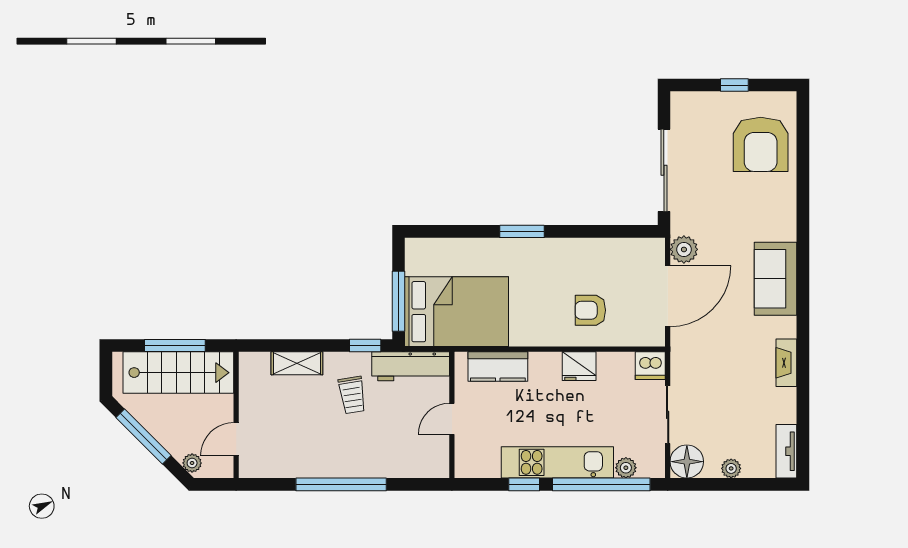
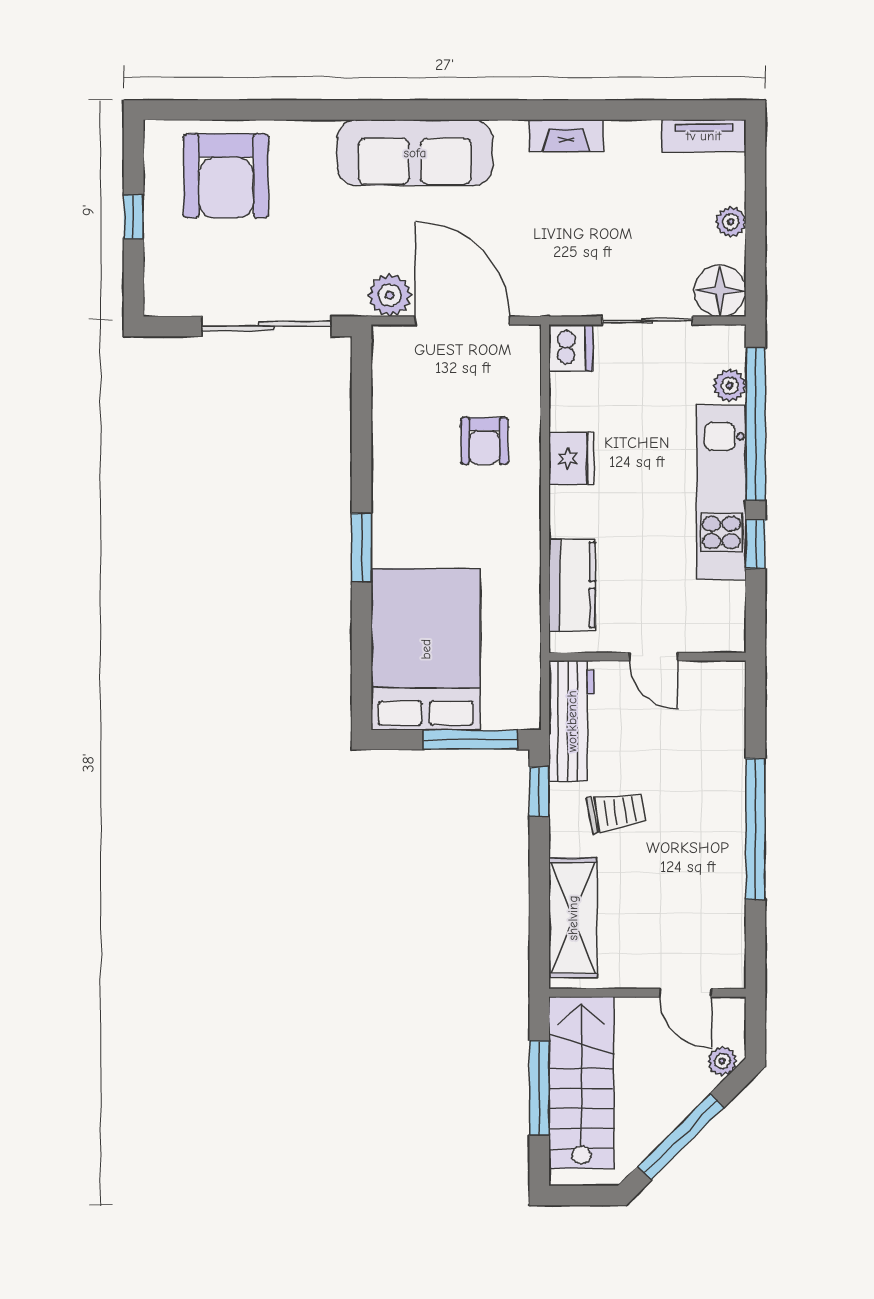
armchair: (761, 144) -> (226, 176), turned 90
sofa: (775, 279) -> (415, 153), width x1.36
bed: (457, 312) -> (426, 649), moved
shelving: (297, 363) -> (573, 918), width x1.50, depth x1.33

